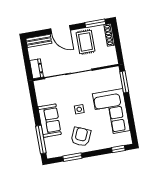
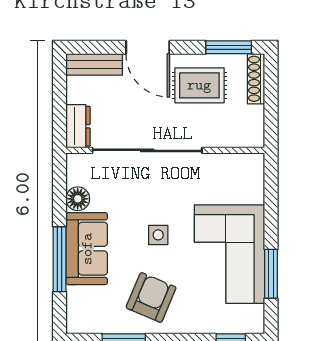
rug: (86, 42) -> (199, 85), turned 90
window: (124, 82) -> (271, 274), moved
floor lamp: (42, 100) -> (78, 199), added
window: (41, 139) -> (59, 259), moved

